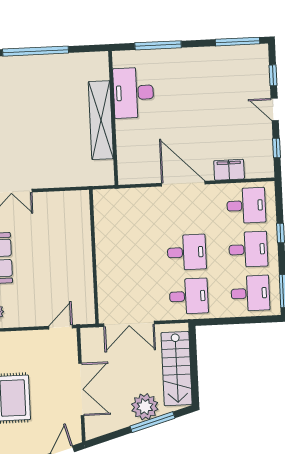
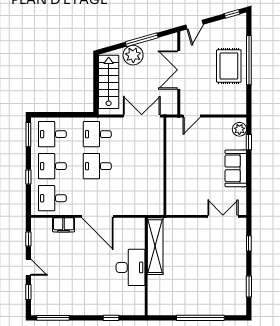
window: (158, 45) -> (111, 318), width x0.46
desk: (133, 93) -> (131, 267), moved
shelving: (101, 120) -> (155, 246), moved
window: (152, 422) -> (142, 40), moved

